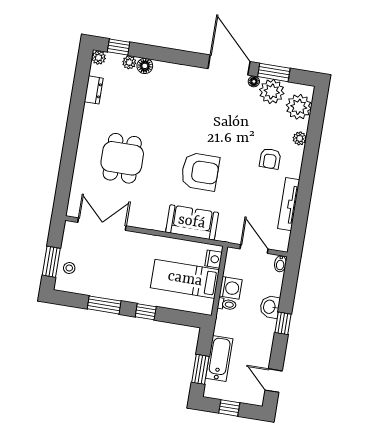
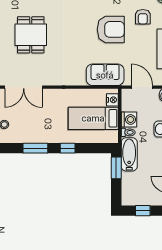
armchair: (200, 172) -> (111, 29), moved
sofa: (192, 222) -> (105, 75), moved
double door: (102, 224) -> (24, 87), swing flipped
bathtub: (219, 359) -> (129, 154), moved
window: (200, 369) -> (116, 168), moved

